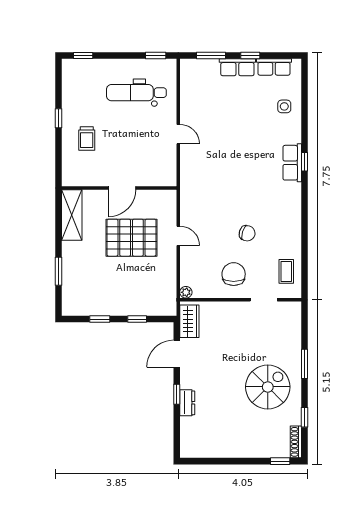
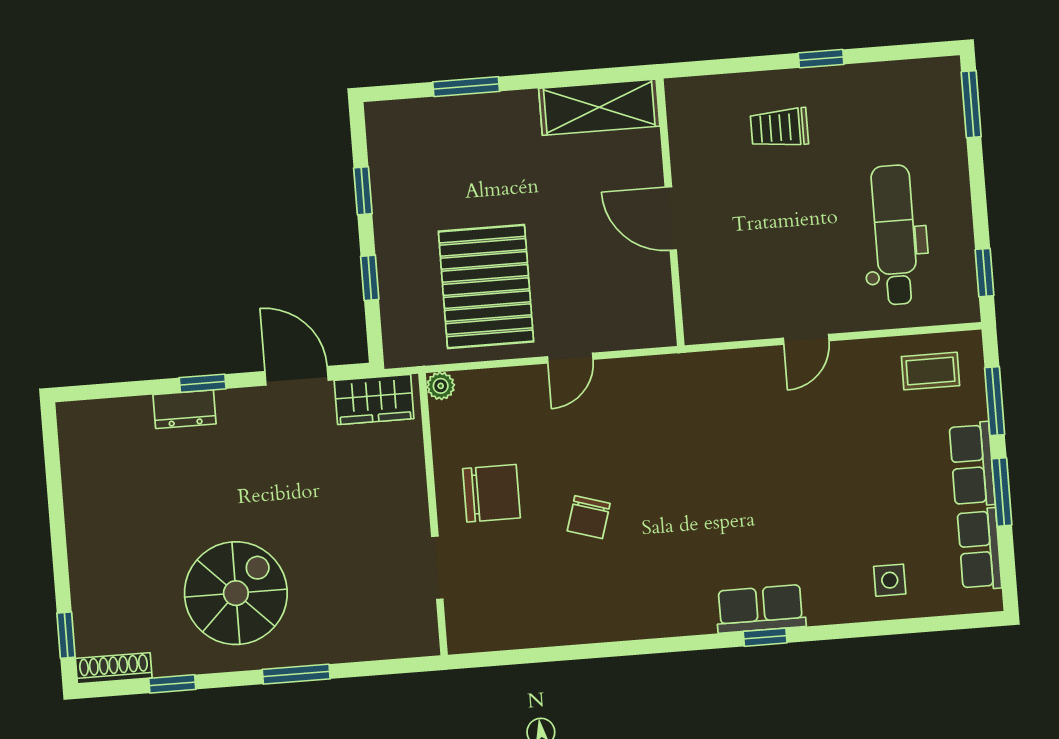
window: (83, 55) -> (971, 104), width x1.50
window: (250, 55) -> (1002, 492), width x1.50
pallet: (131, 238) -> (486, 287), moved
coffee table: (286, 271) -> (930, 371), moved
spiral stairs: (268, 387) -> (236, 593), turned -90

